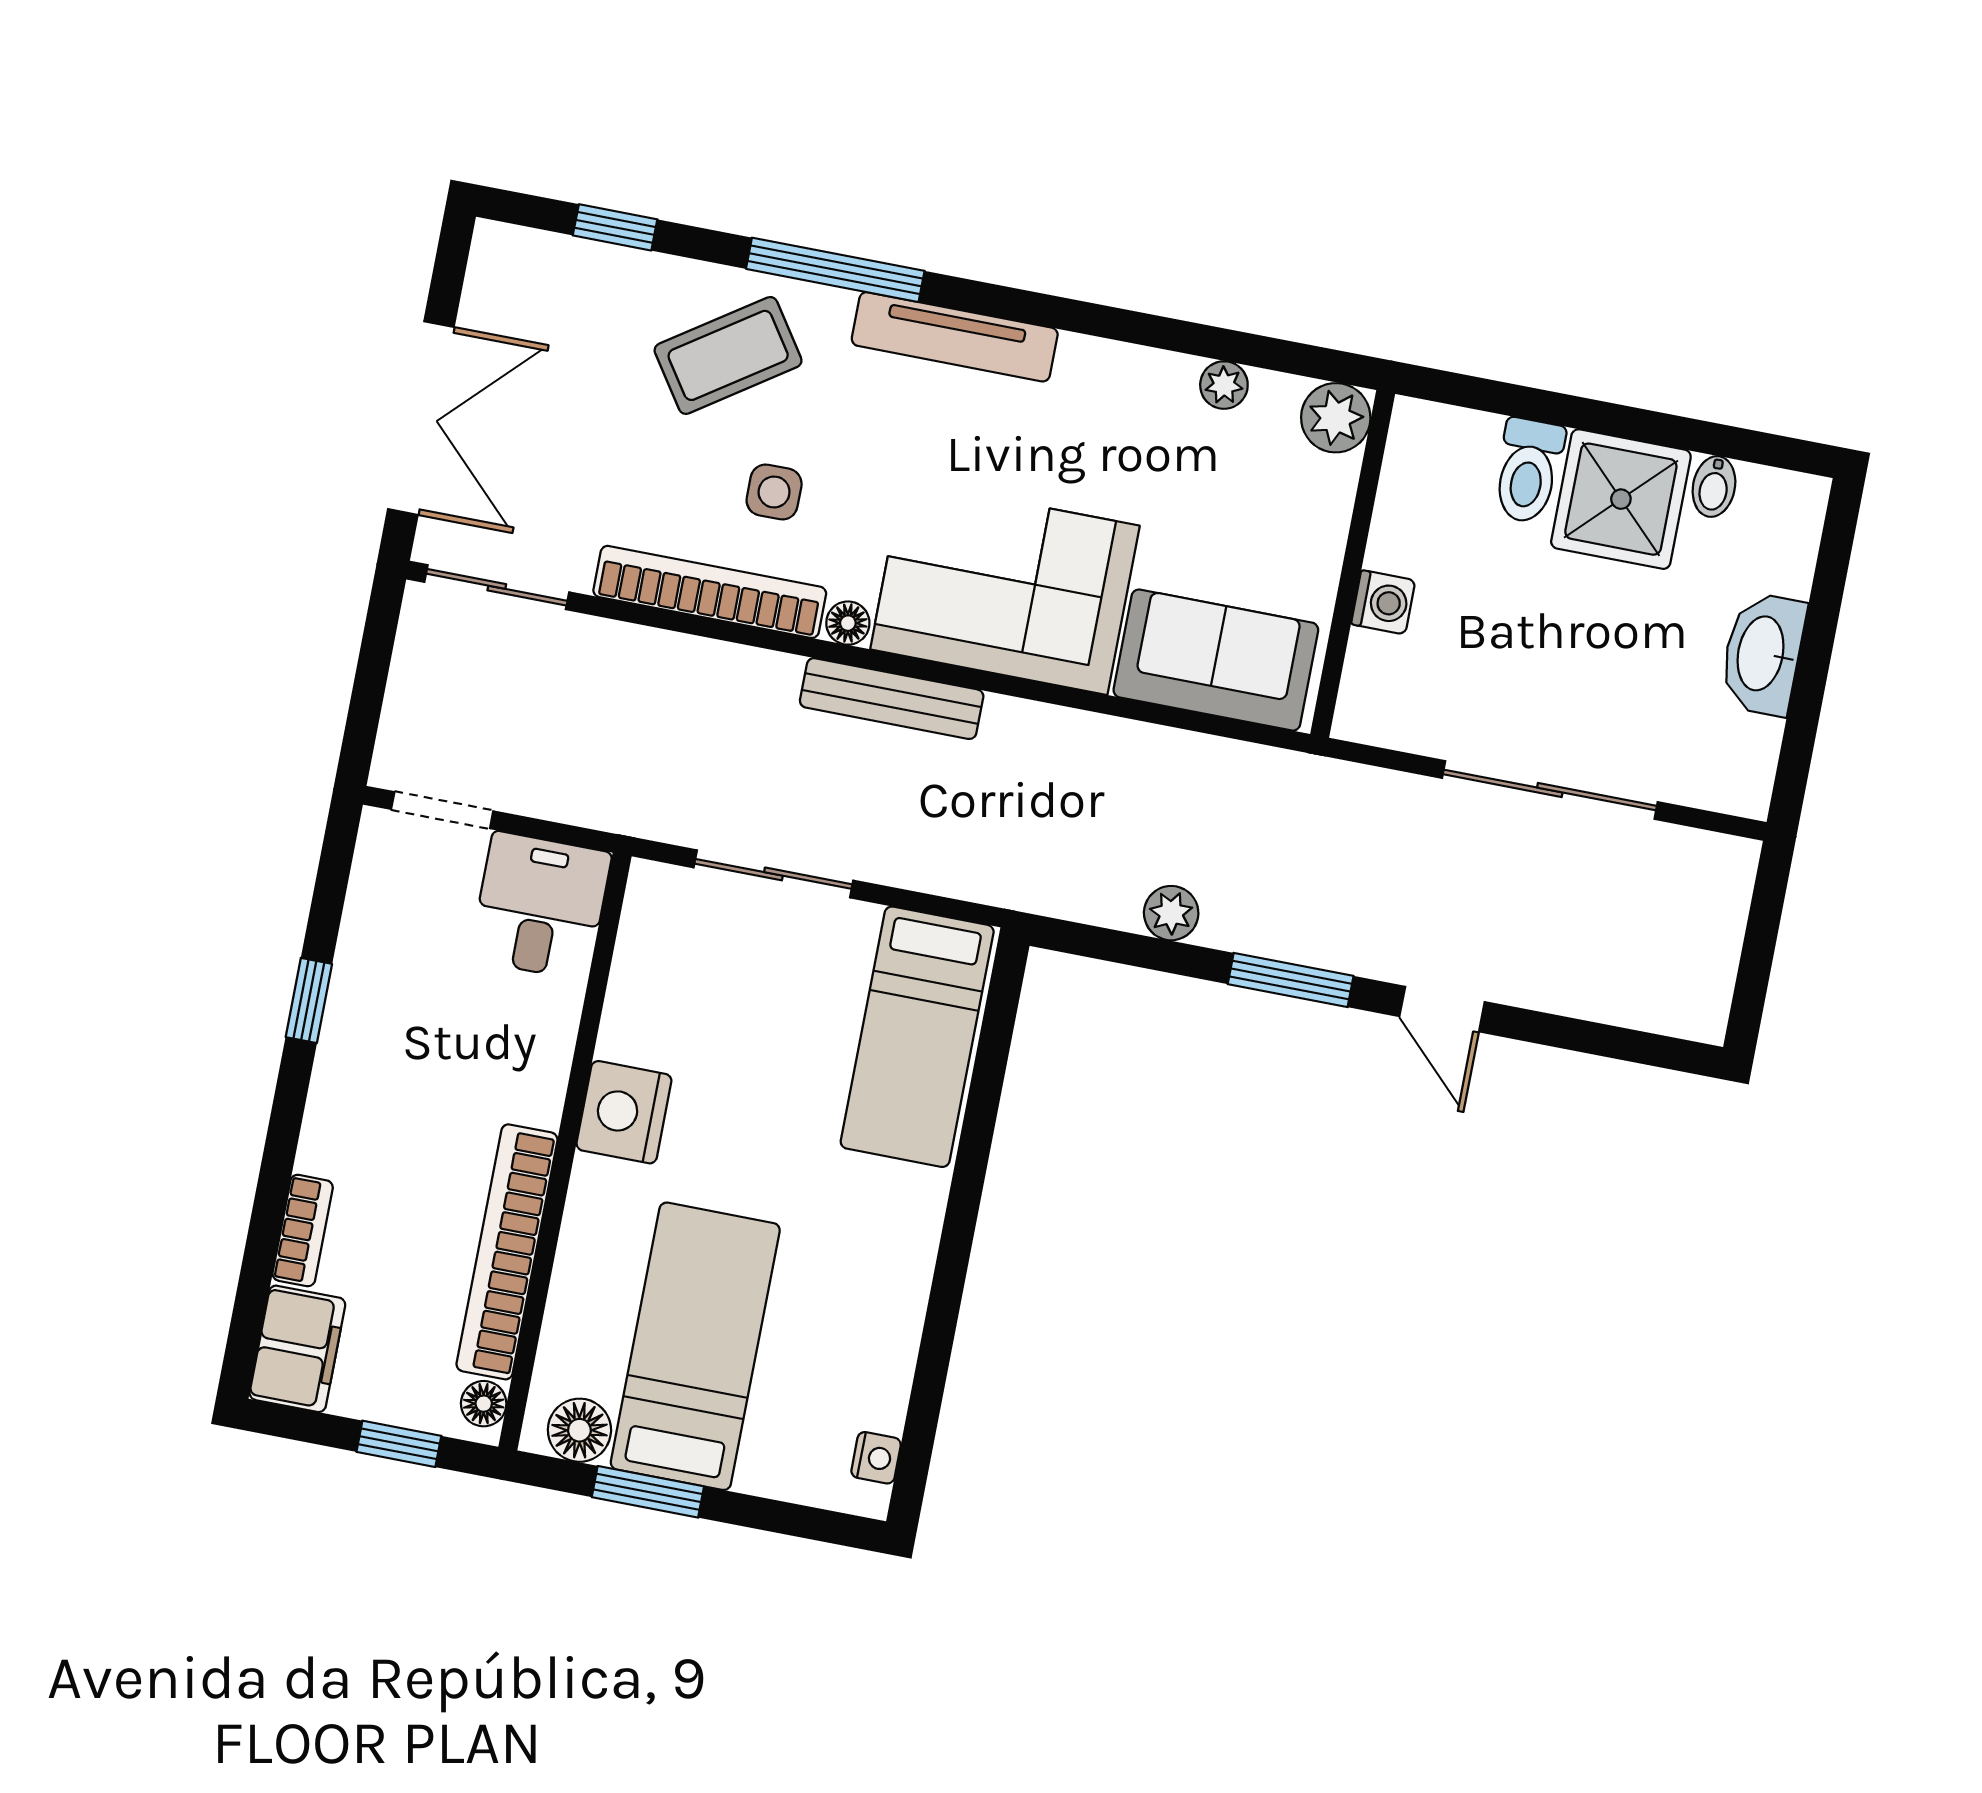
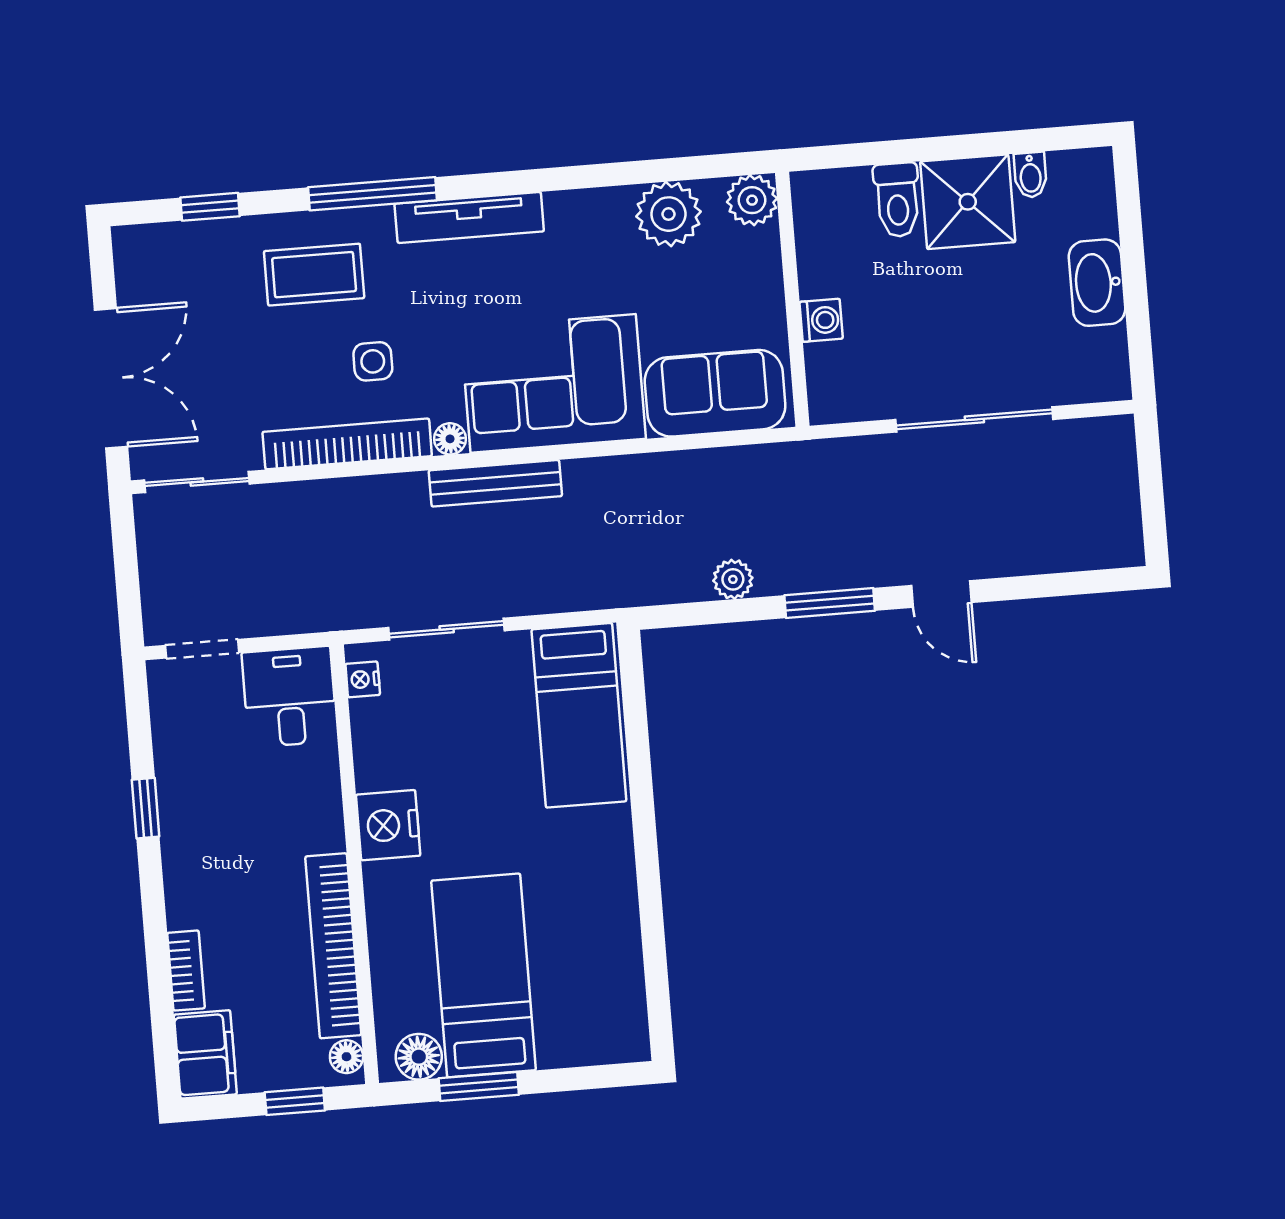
coffee table: (728, 355) -> (314, 275), turned 34
plant: (1224, 385) -> (669, 214), width x1.87, depth x1.87
nightstand: (876, 1458) -> (363, 679), moved, turned 180

